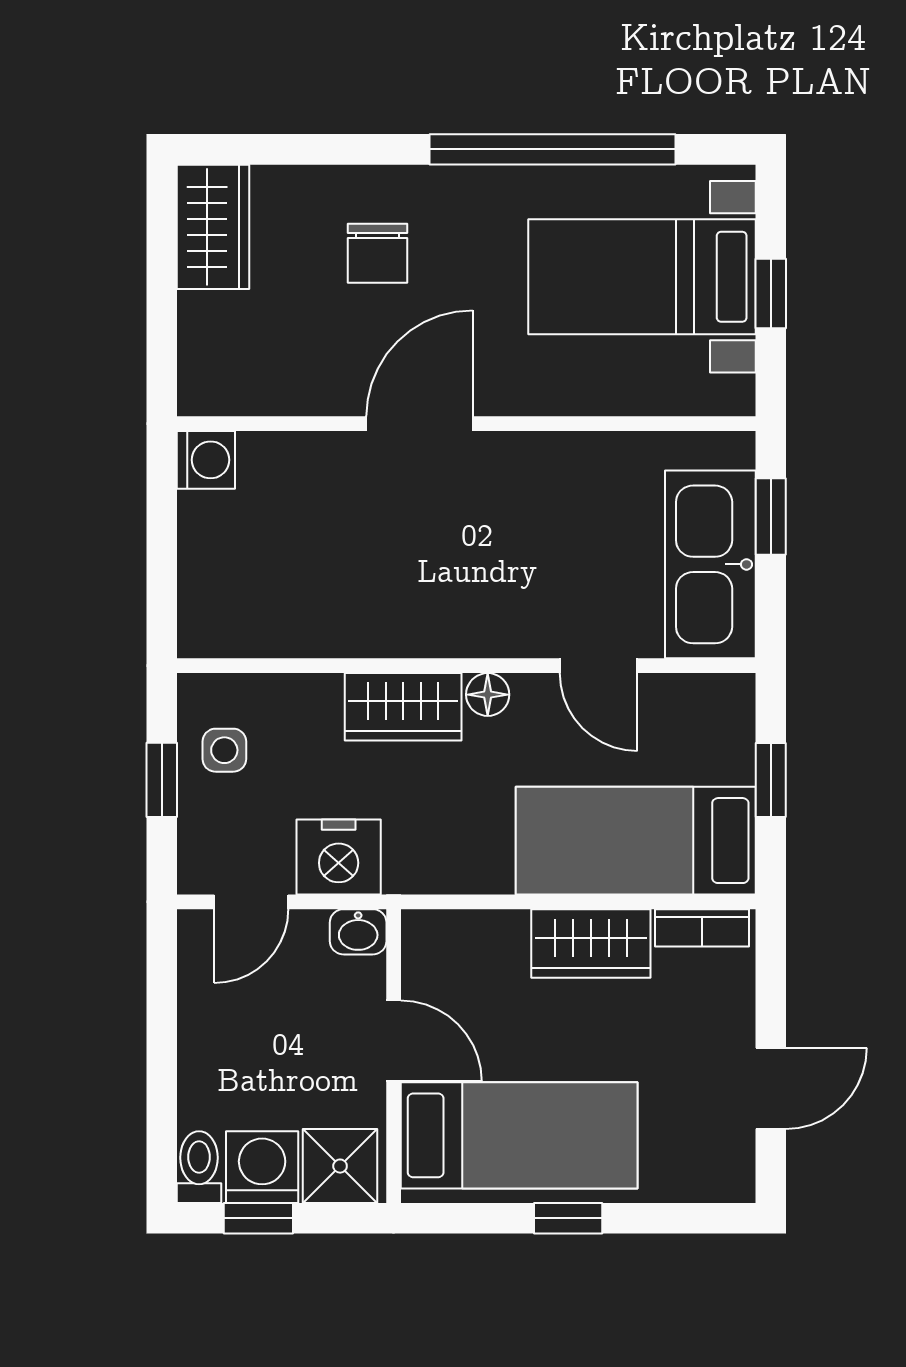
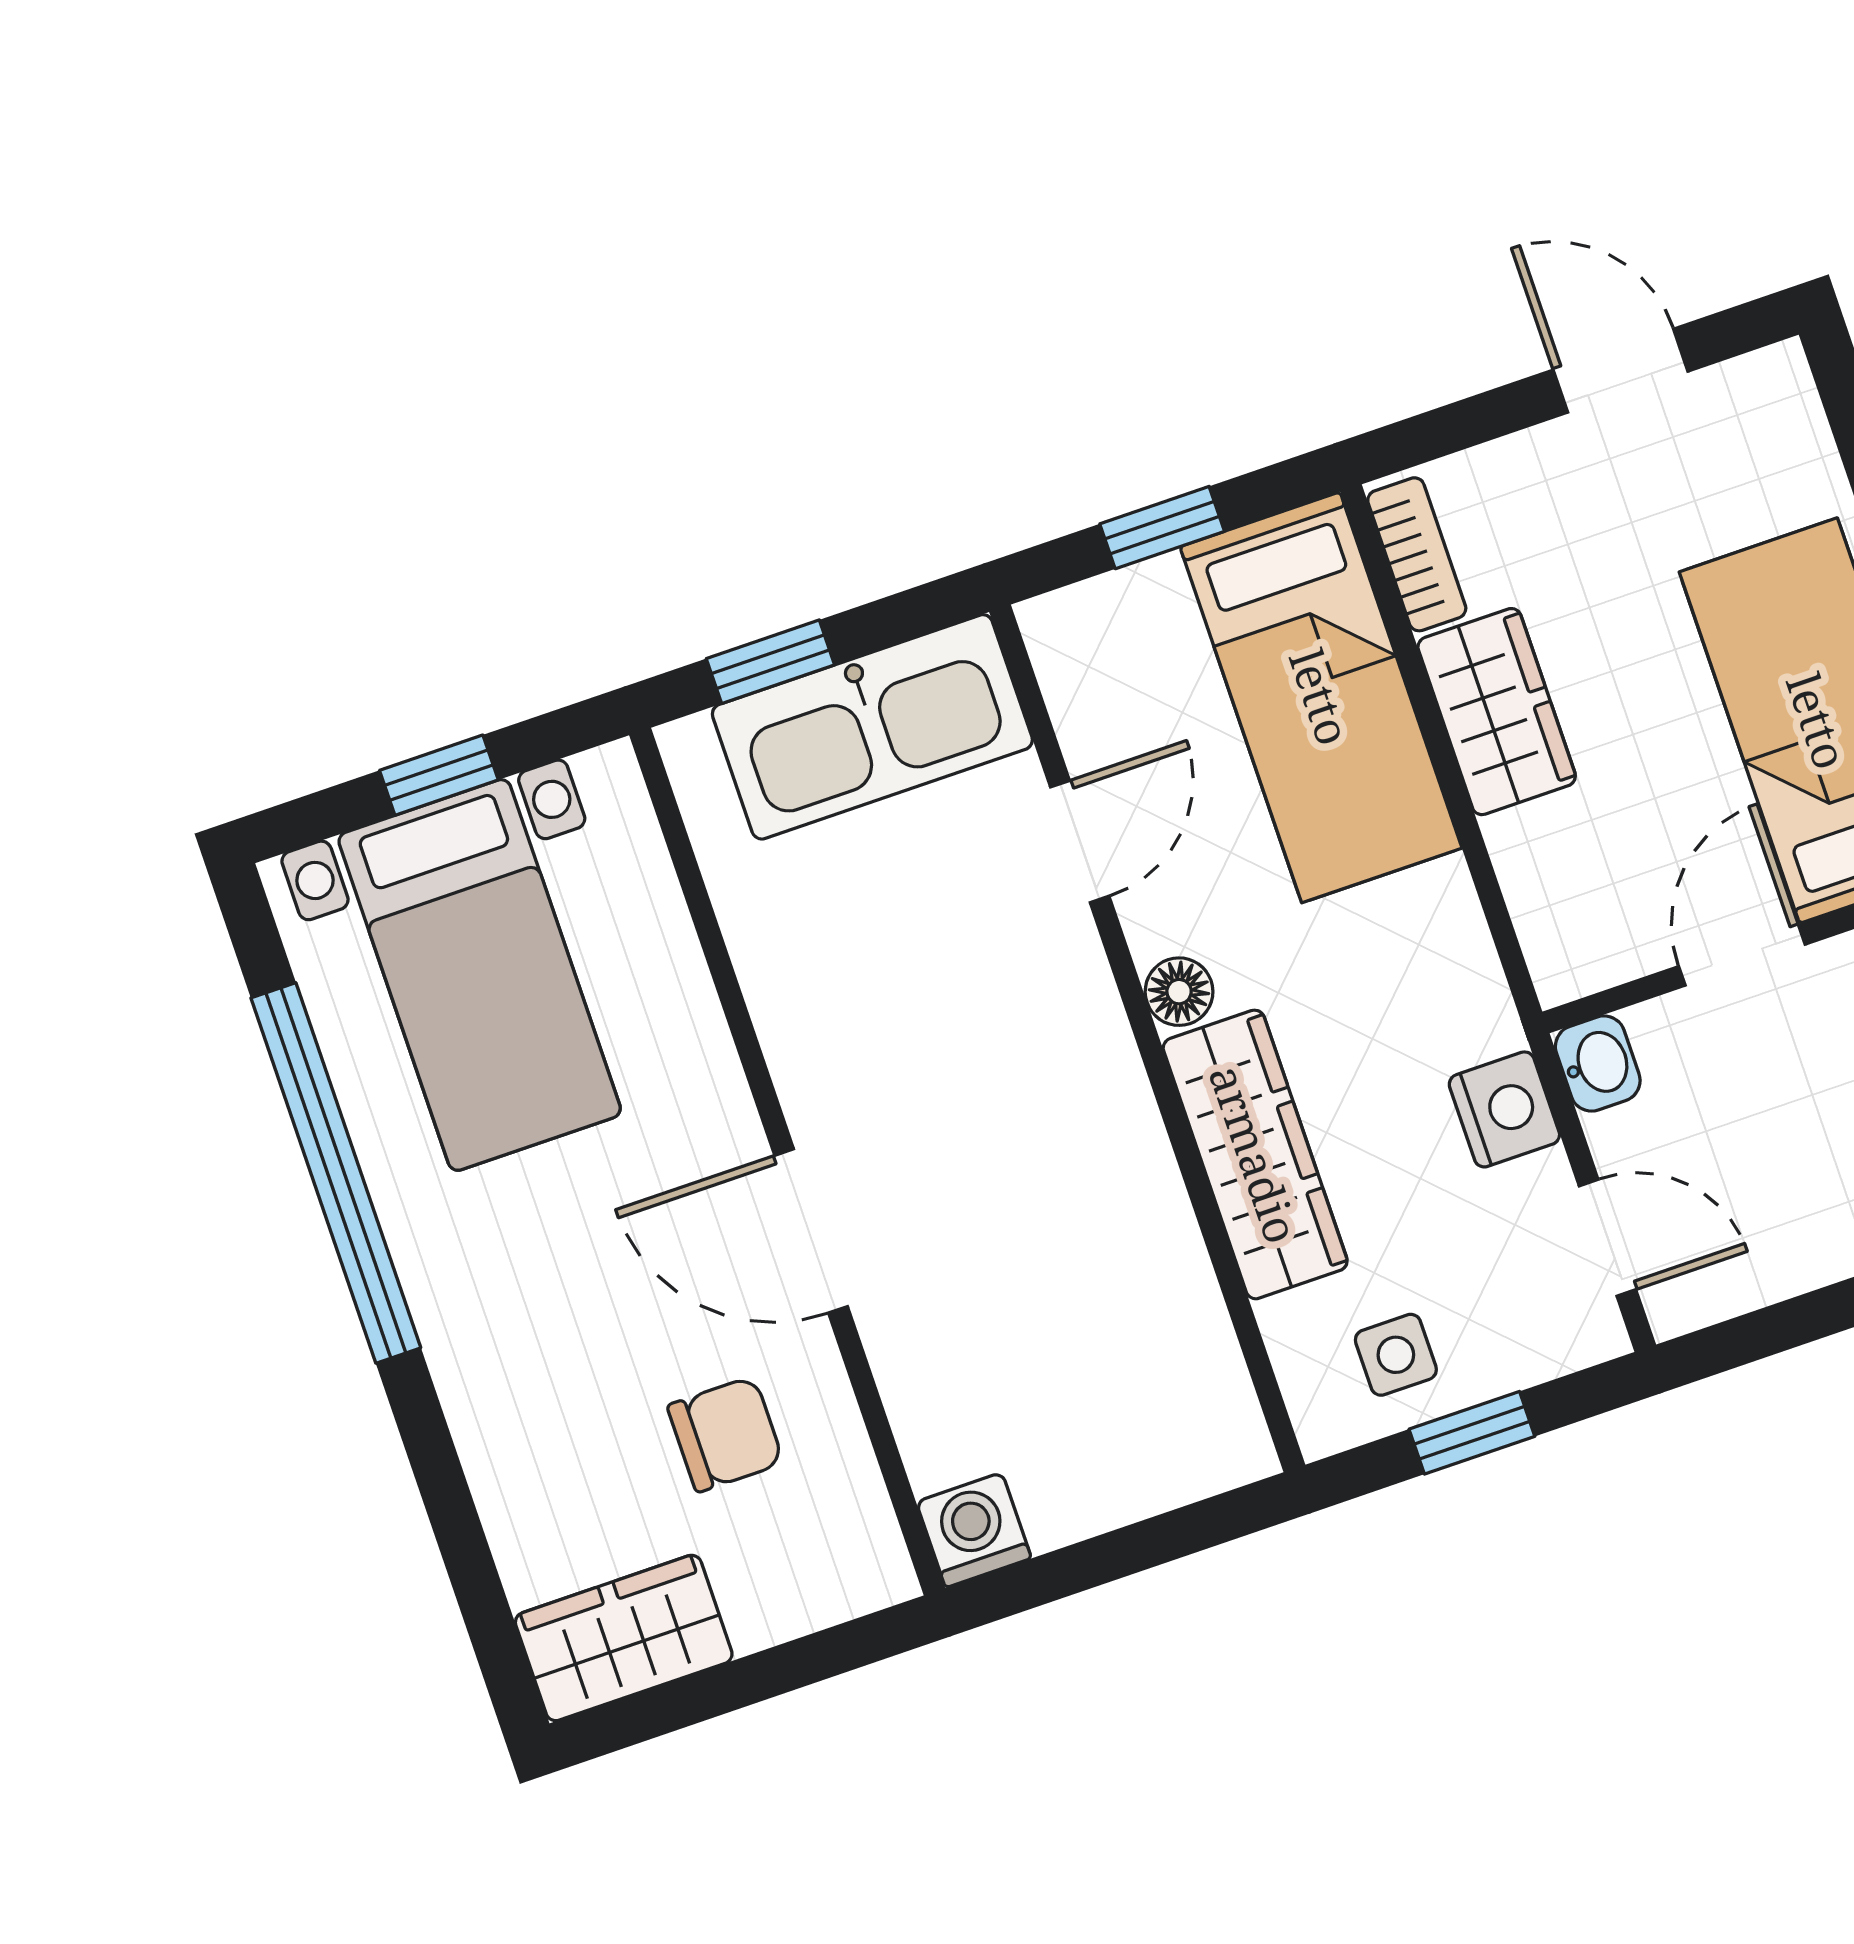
chair: (377, 253) -> (725, 1434), moved
wardrobe: (403, 707) -> (1255, 1154), width x1.50
nightstand: (339, 857) -> (1504, 1109), width x0.74, depth x0.75

